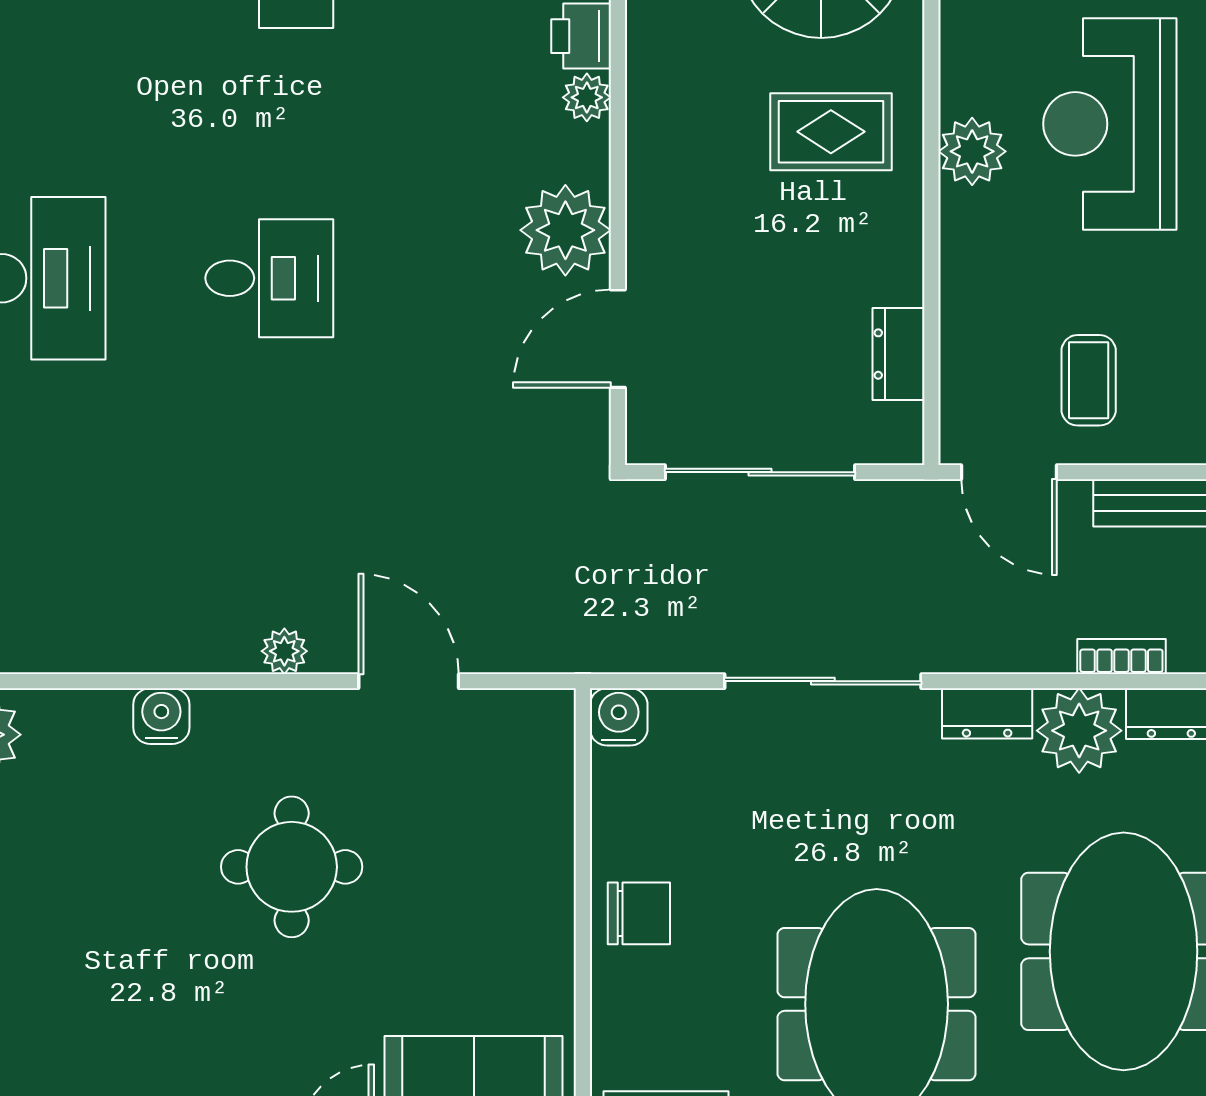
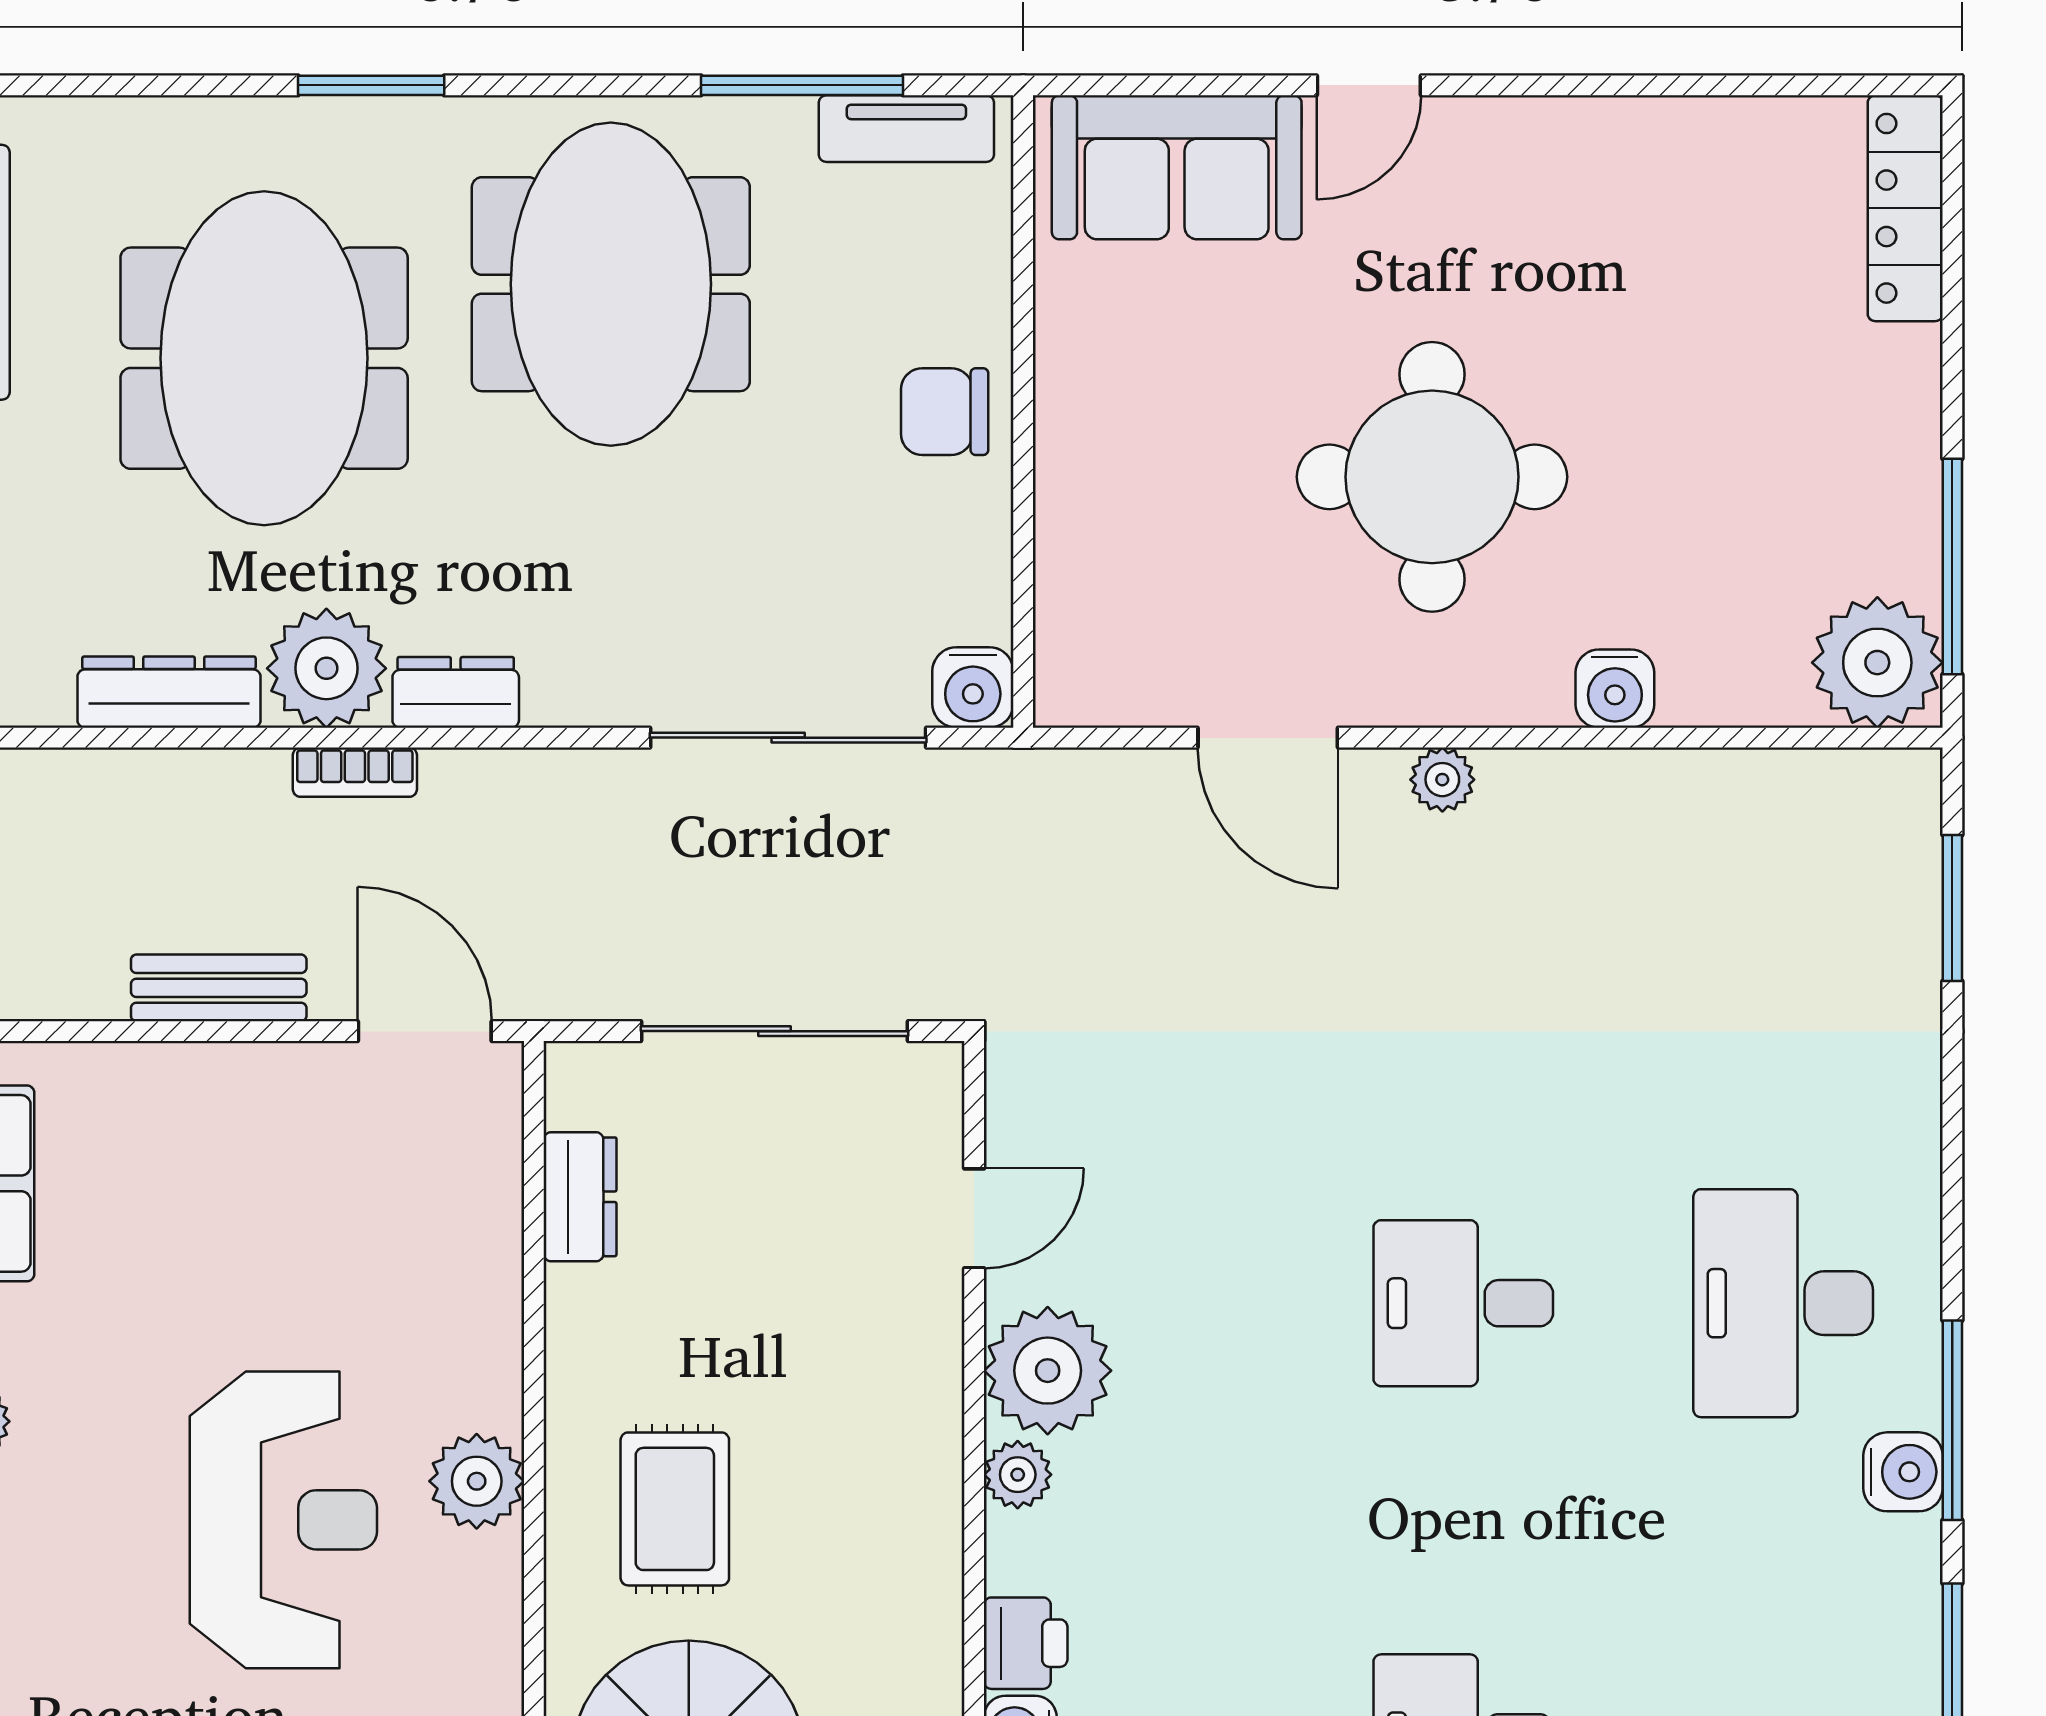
plant: (587, 97) -> (1018, 1475), moved
rug: (831, 132) -> (675, 1509), turned 90
door: (618, 339) -> (974, 1218), width x0.73
coffee table: (1089, 380) -> (313, 1160), removed
bookcase: (1121, 656) -> (355, 772), moved
sliding door: (823, 681) -> (788, 738), moved
round table: (292, 867) -> (1432, 477), width x1.36, depth x1.36

